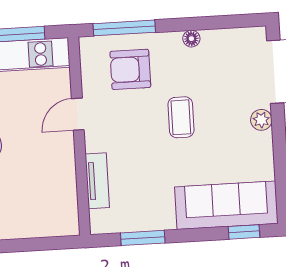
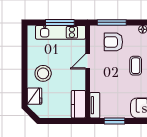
tv unit: (97, 181) -> (95, 105), moved
kitchen counter: (64, 207) -> (78, 104), added

